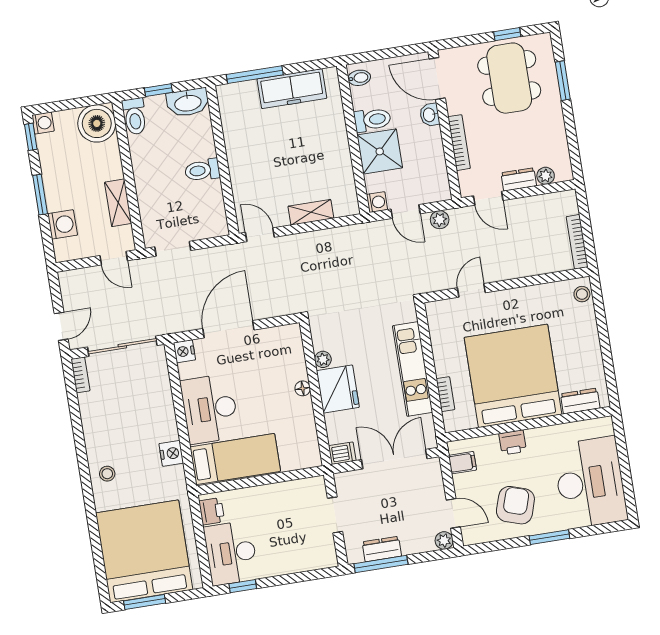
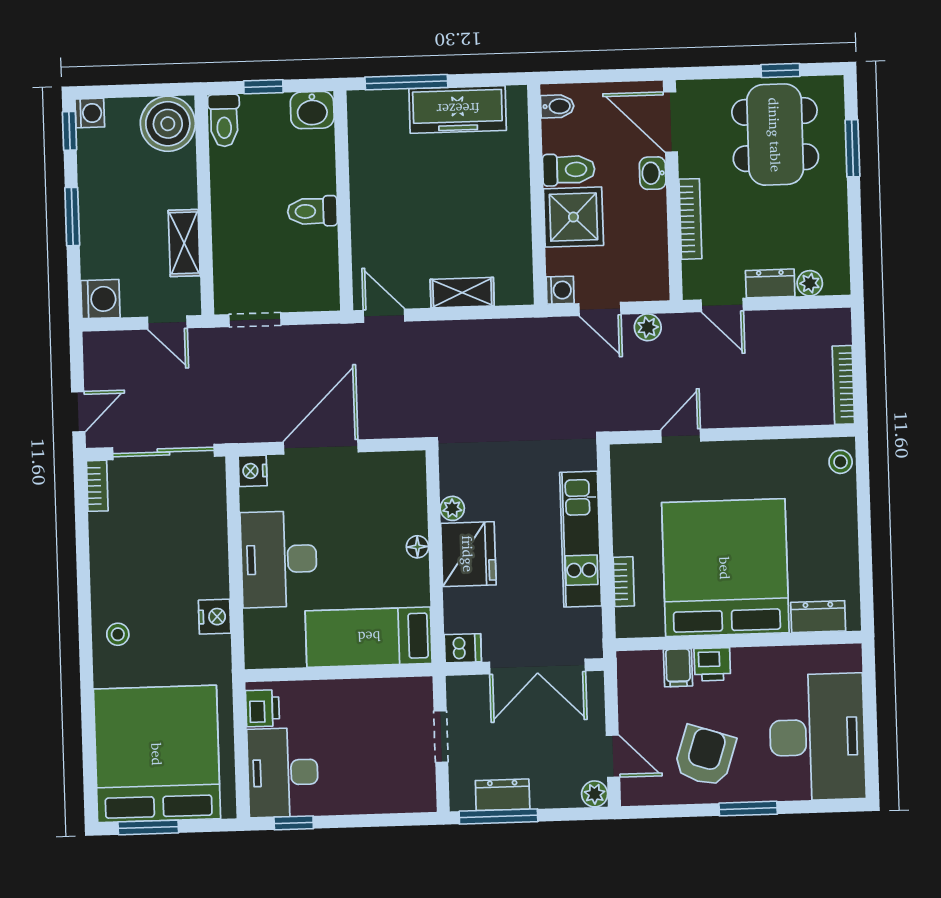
washbasin: (188, 103) -> (312, 110), width x0.72
washing machine: (62, 224) -> (100, 299), moved
bed: (235, 459) -> (369, 637), moved, turned 180
double door: (394, 459) -> (537, 667), swing flipped
filing cabinet: (462, 463) -> (678, 668), moved, turned 90

